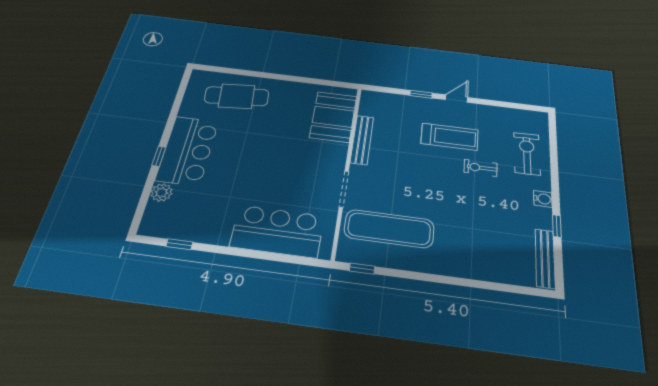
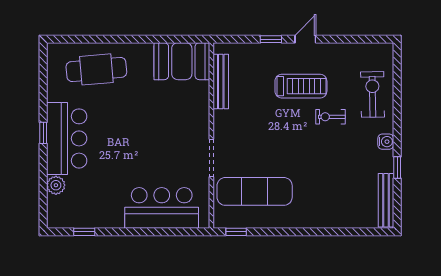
booth: (333, 117) -> (182, 61), moved, turned 90
bench: (362, 140) -> (221, 81), moved
window: (159, 156) -> (43, 133), moved

